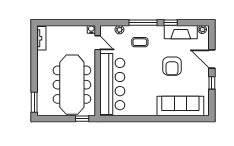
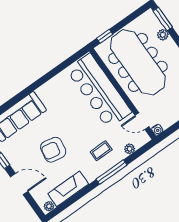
window: (171, 23) -> (85, 191), removed
armchair: (172, 66) -> (53, 150), turned -80
plant: (42, 92) -> (163, 35), added

